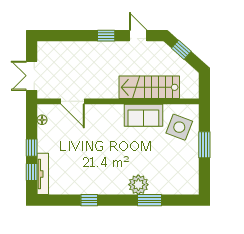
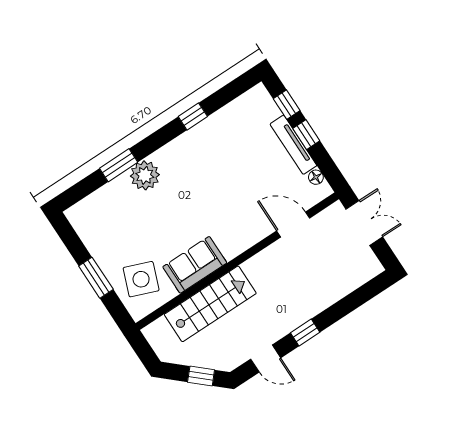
tv unit: (43, 174) -> (293, 145), moved

